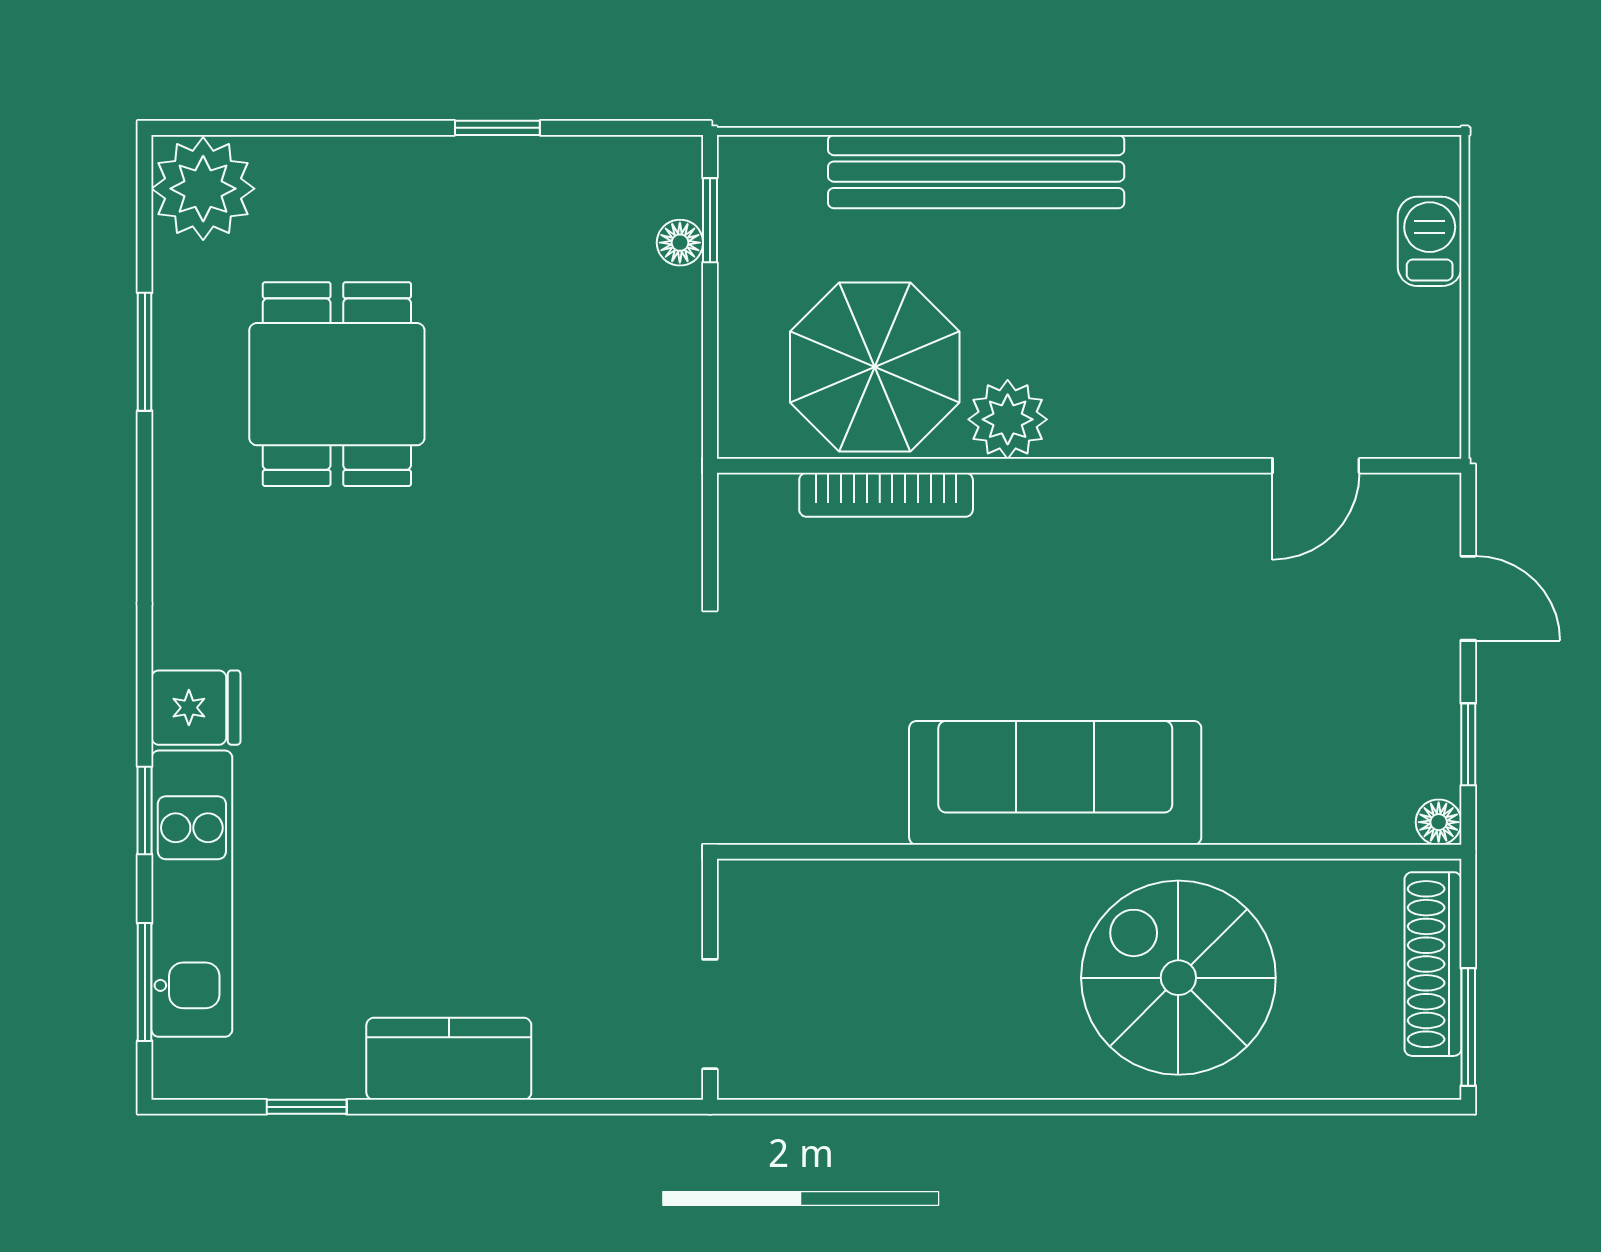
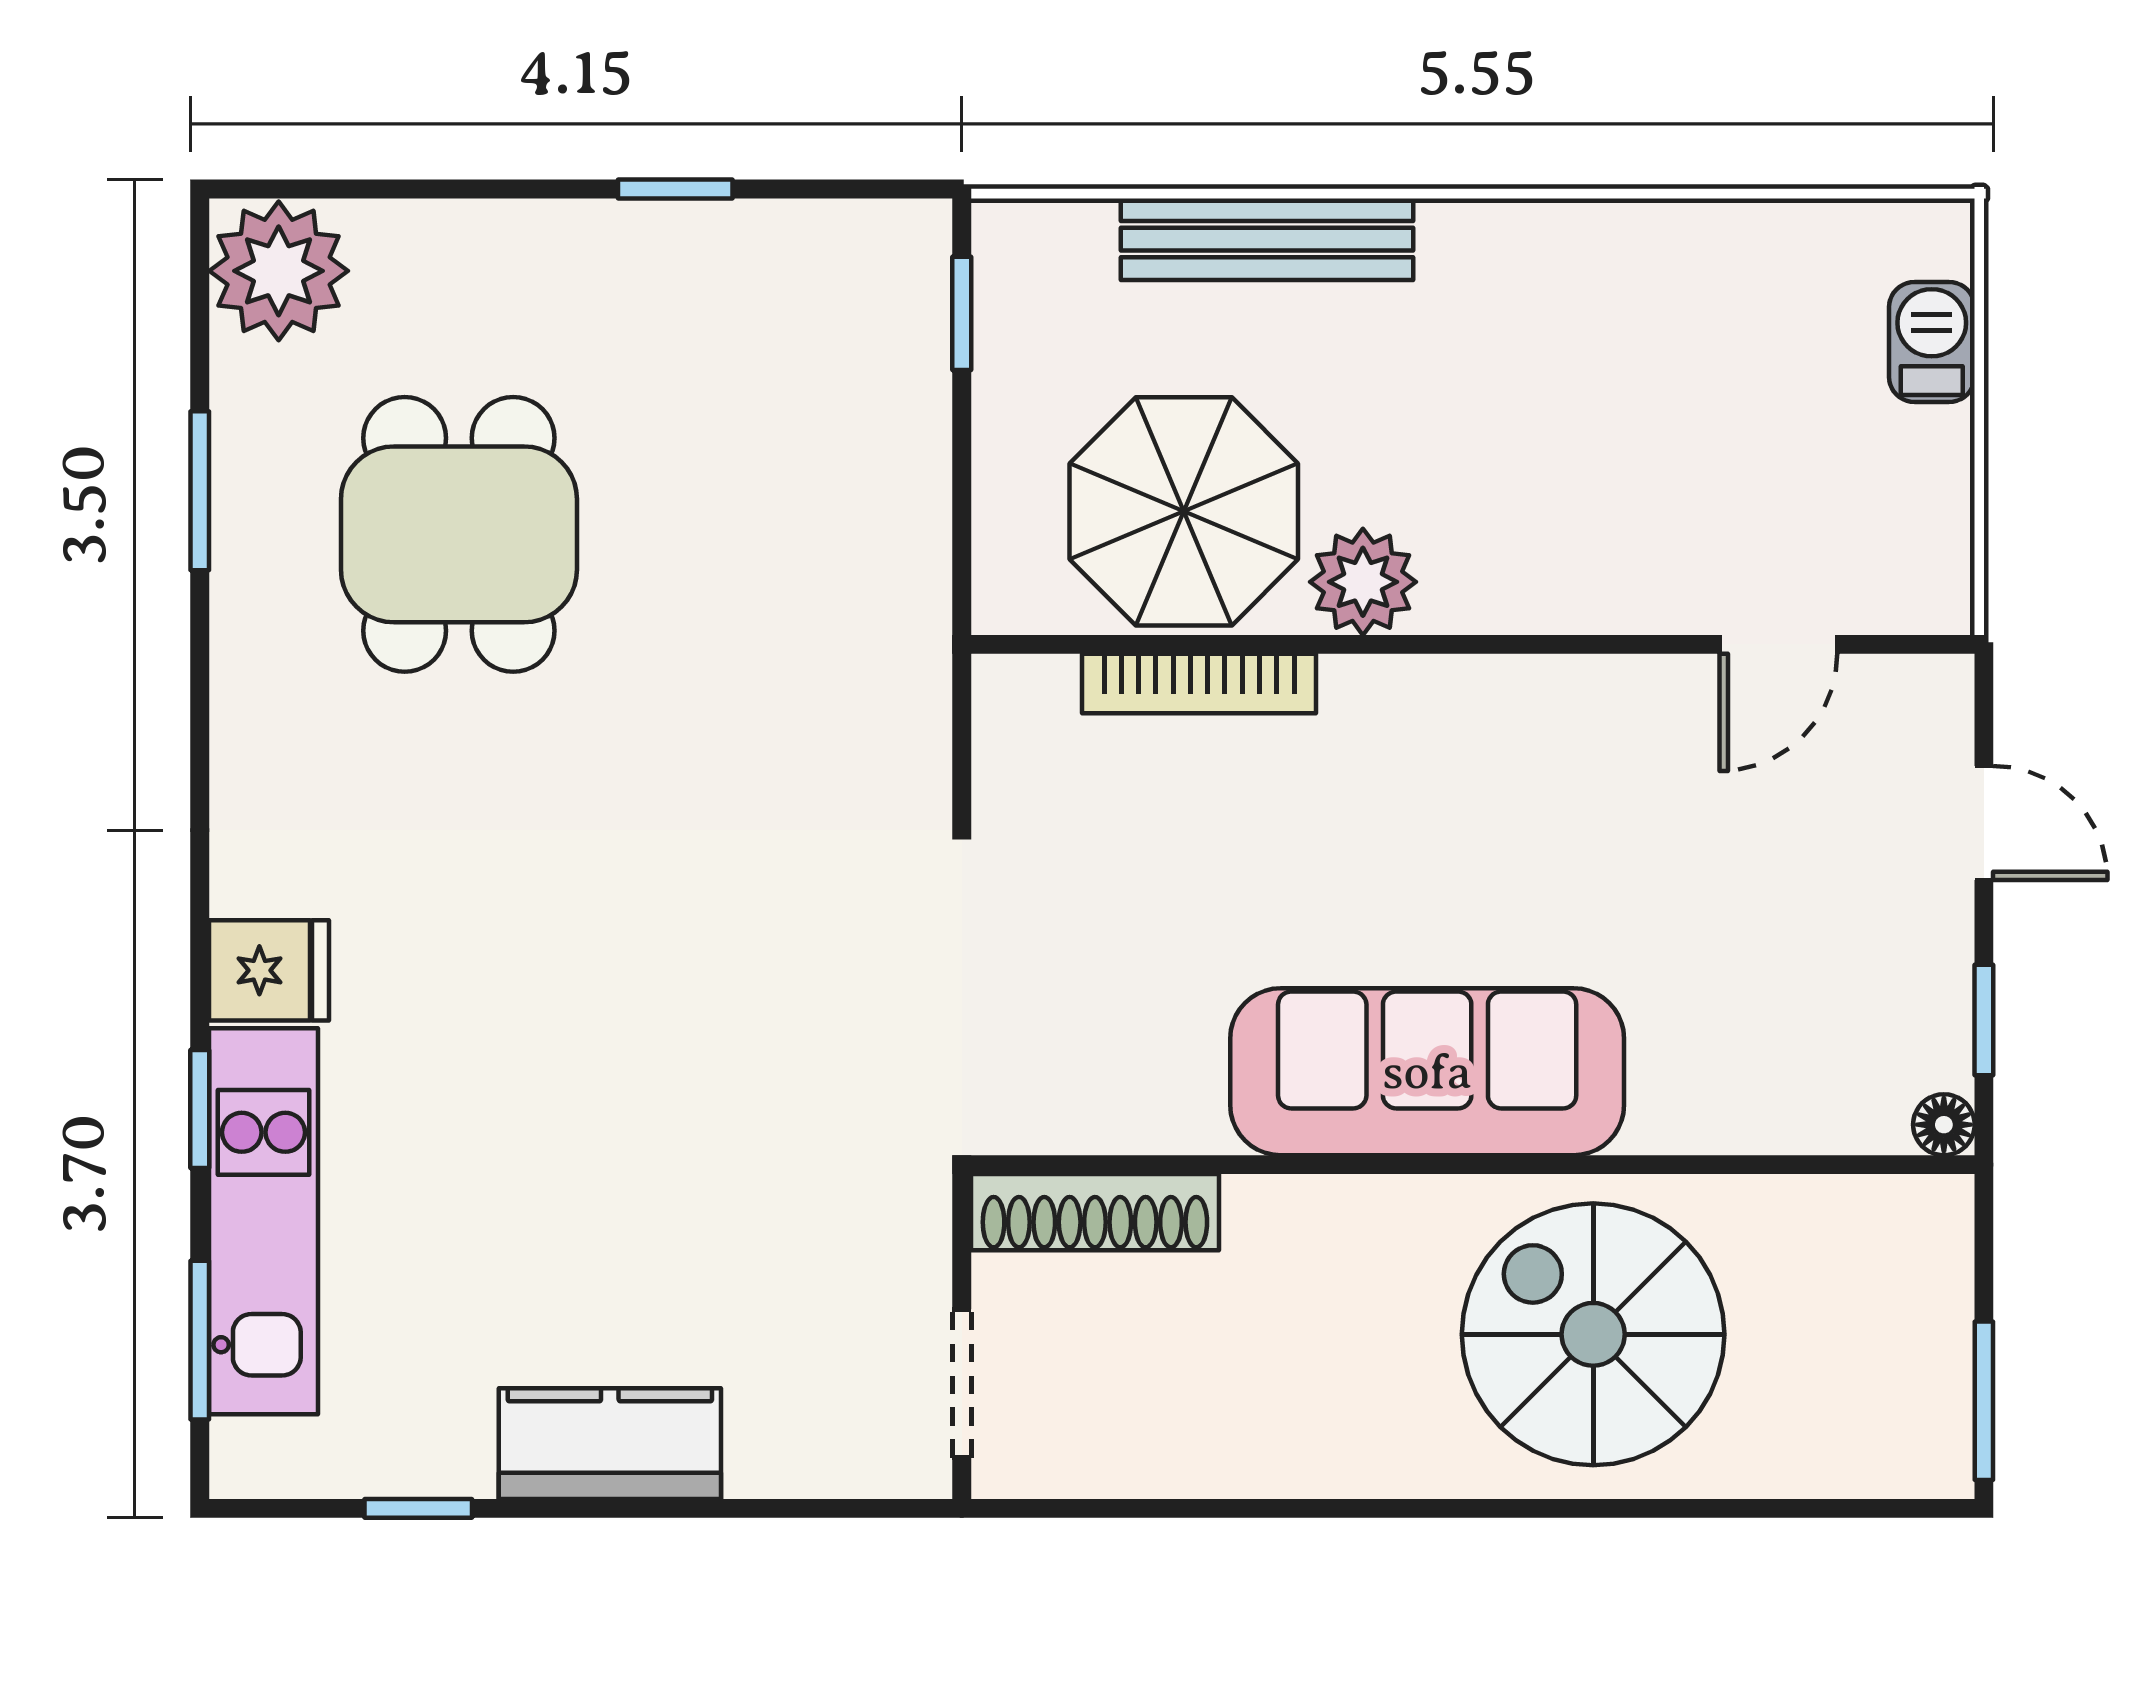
bench: (976, 172) -> (1267, 239), width x0.73, depth x0.82
floor lamp: (680, 243) -> (921, 344), removed
shoe rack: (1433, 964) -> (1095, 1212), moved, turned -90

